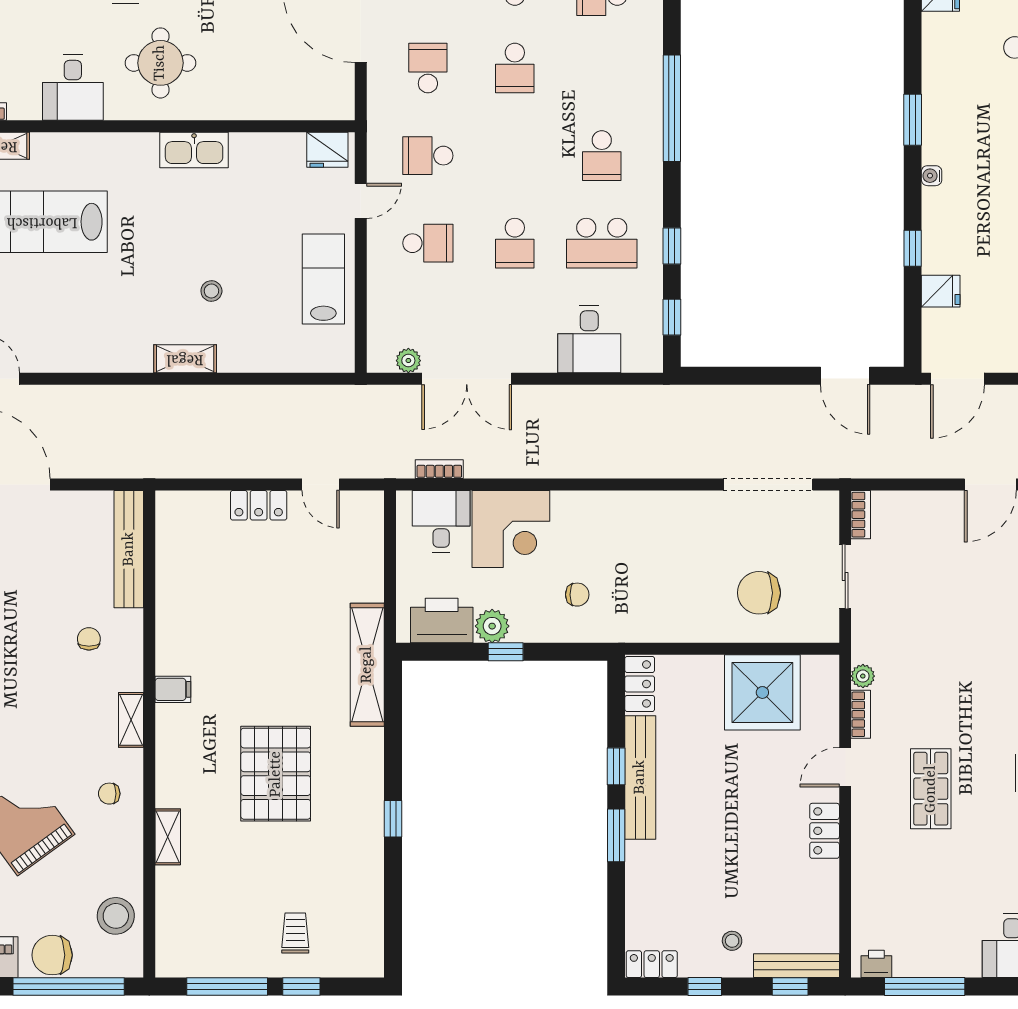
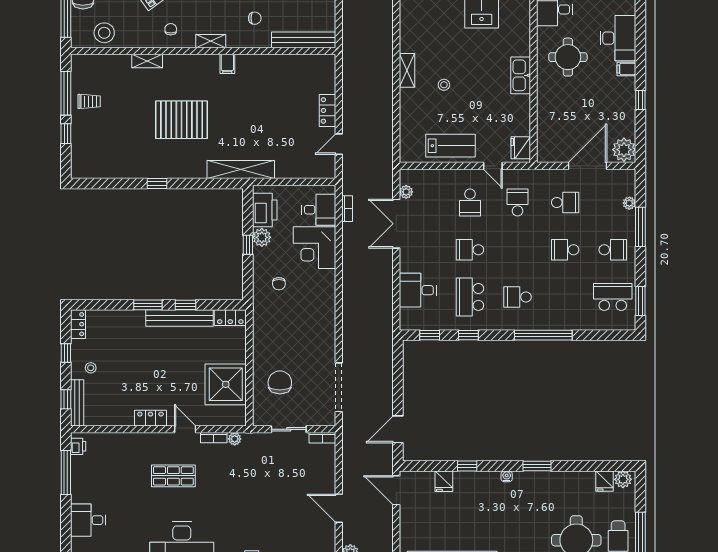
trolley: (295, 933) -> (89, 101), moved

